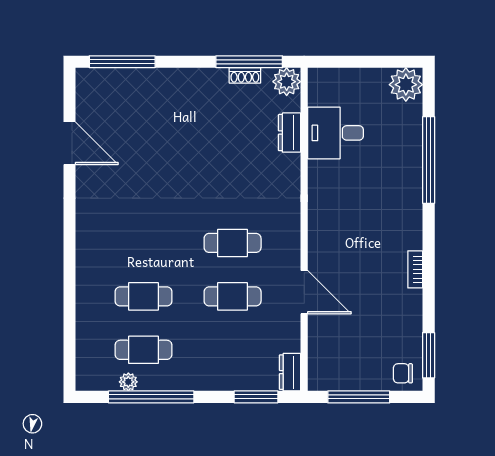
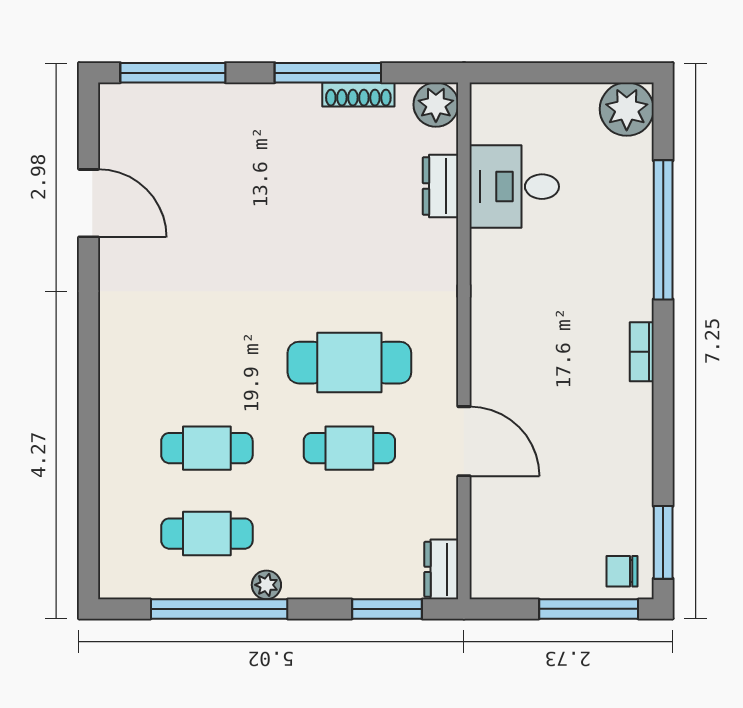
window: (249, 62) -> (328, 73), moved
shoe rack: (245, 75) -> (358, 94), width x1.43
cafe table: (233, 243) -> (349, 363), width x1.37, depth x1.35
bookcase: (415, 269) -> (642, 352), moved
plant: (128, 382) -> (266, 585), moved
window: (359, 397) -> (589, 609), moved

